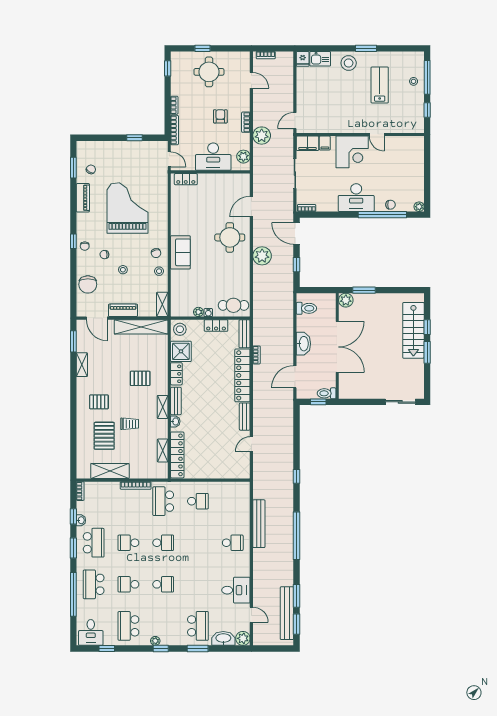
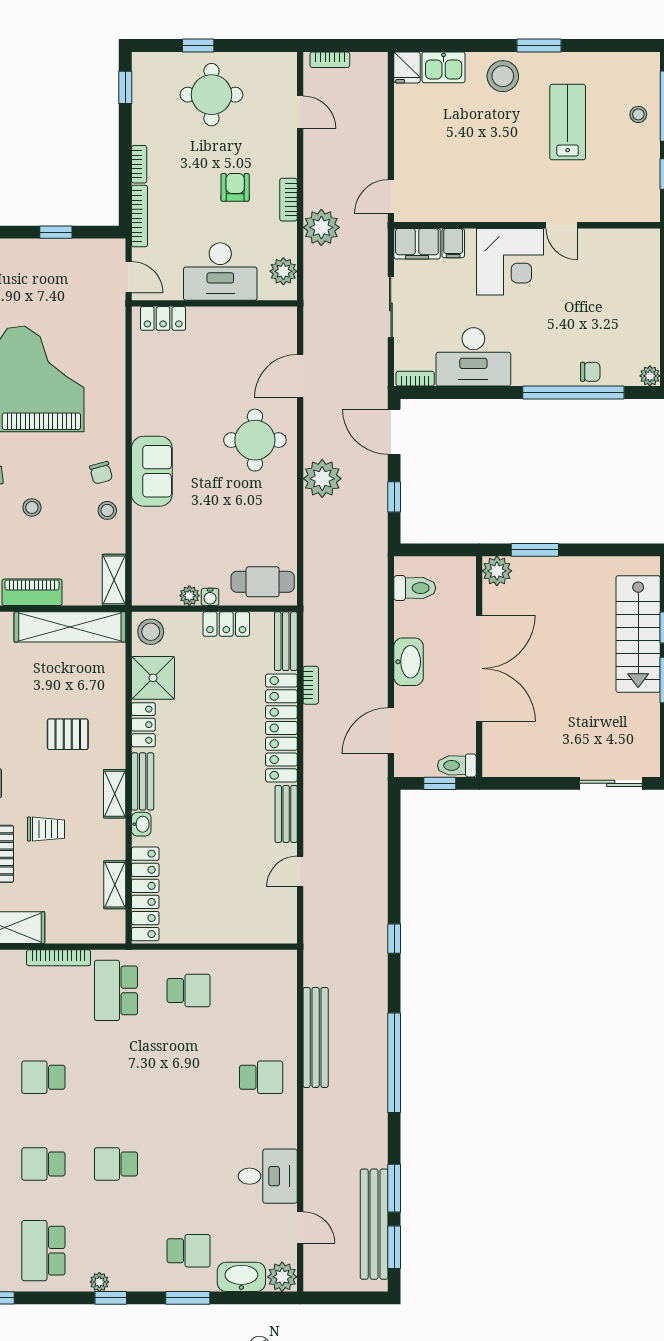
desk: (356, 198) -> (473, 357), moved
school desk: (163, 543) -> (116, 1077), removed
school desk: (163, 584) -> (116, 1164), turned 180
school desk: (198, 626) -> (189, 1251), width x0.54

